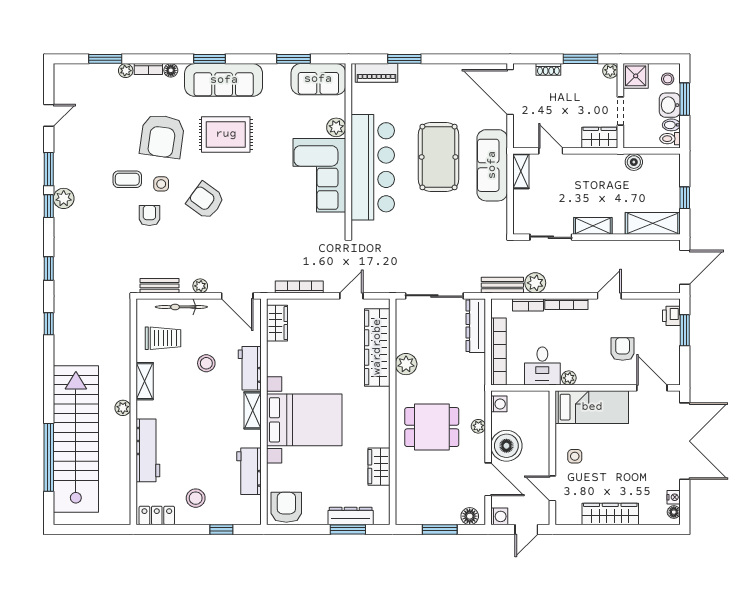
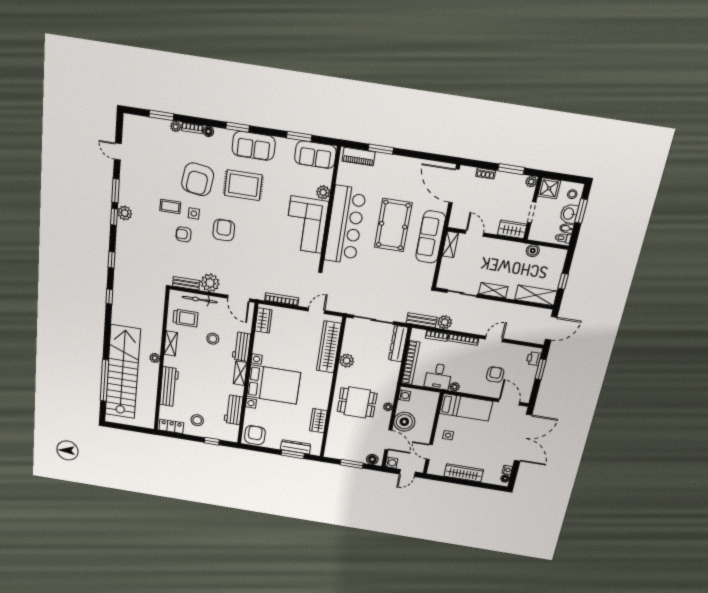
sofa: (224, 80) -> (254, 146), width x0.73
door: (49, 115) -> (118, 152), swing flipped
armchair: (206, 201) -> (224, 230), turned 54
armchair: (149, 215) -> (184, 234), turned -90
plant: (200, 286) -> (210, 283), width x1.88, depth x1.88

